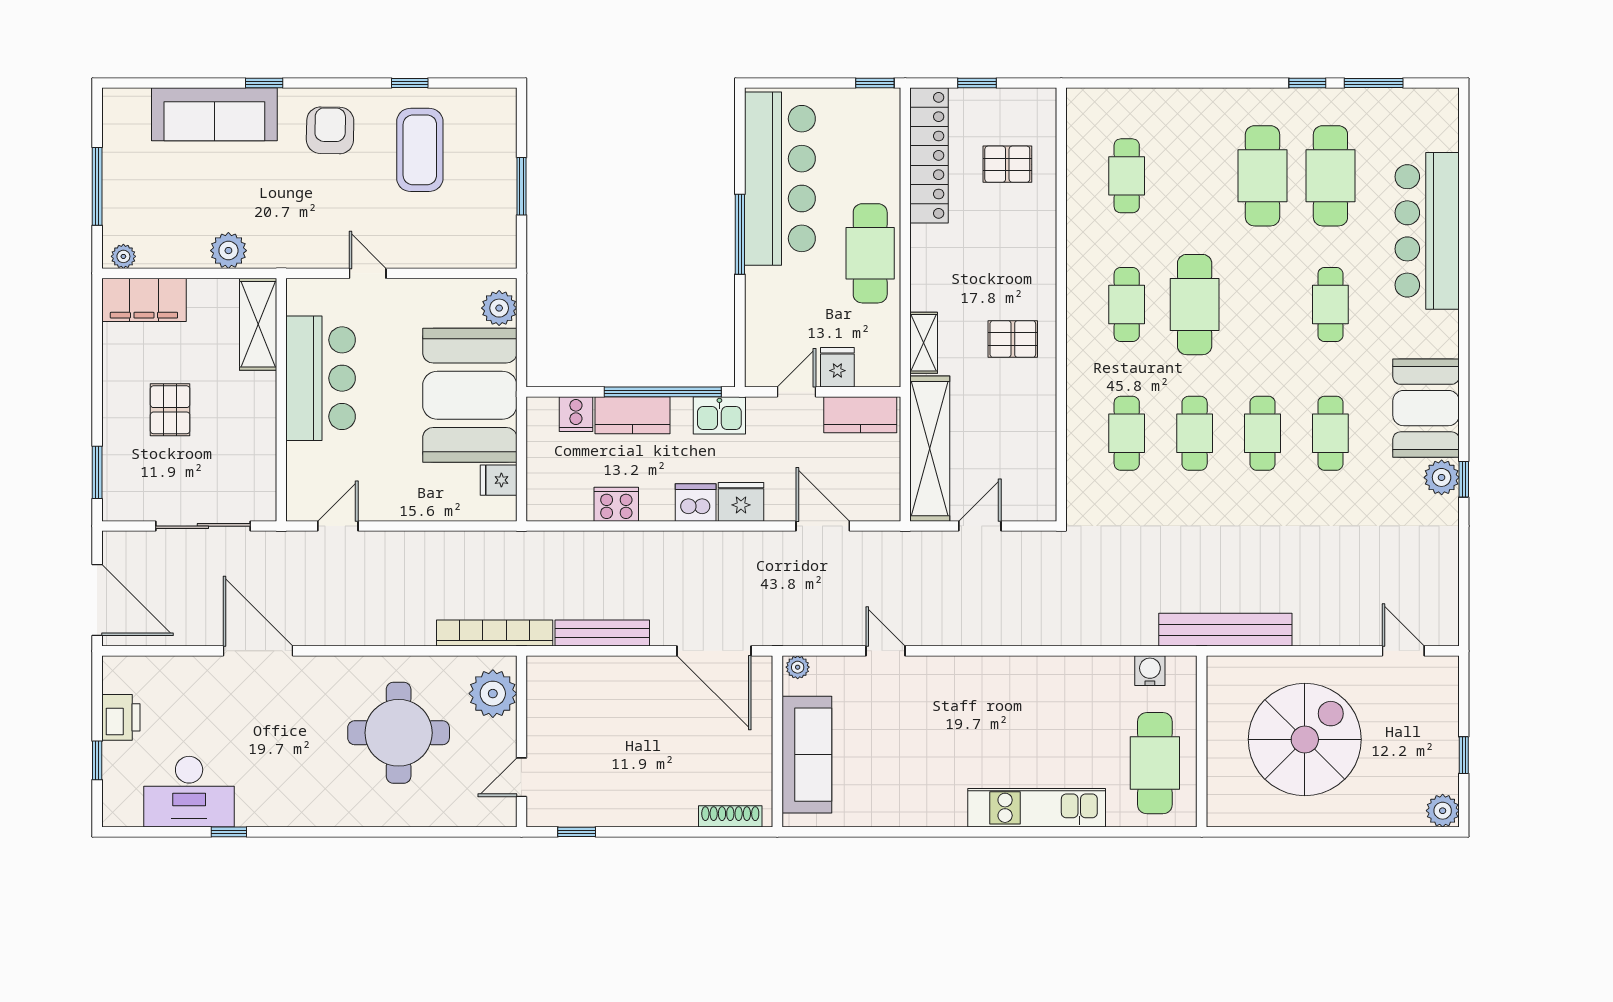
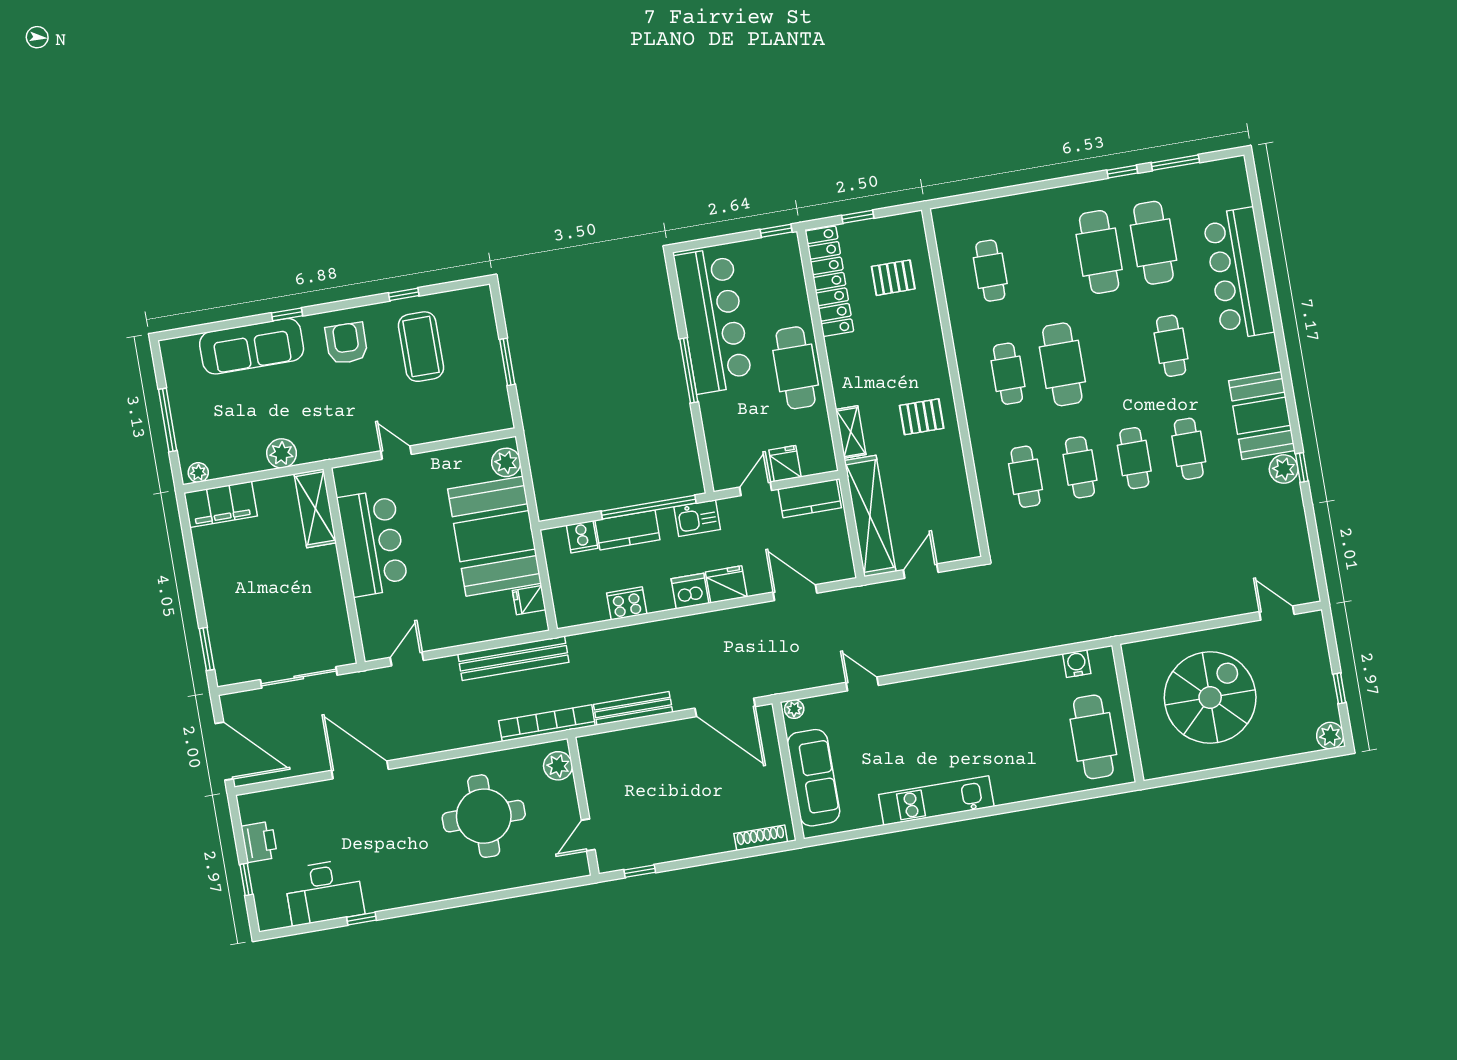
pallet: (170, 410) -> (257, 589), removed
bench: (1225, 630) -> (513, 658), moved
plant: (493, 694) -> (558, 766), width x0.73, depth x0.73
kitchen unit: (1037, 808) -> (936, 801), moved

